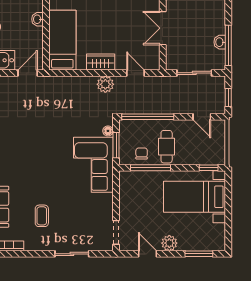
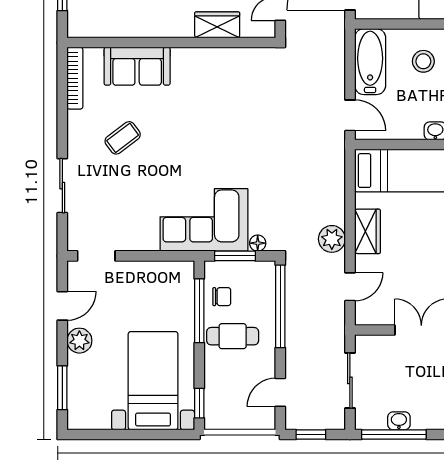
coffee table: (42, 216) -> (123, 138), turned -37

